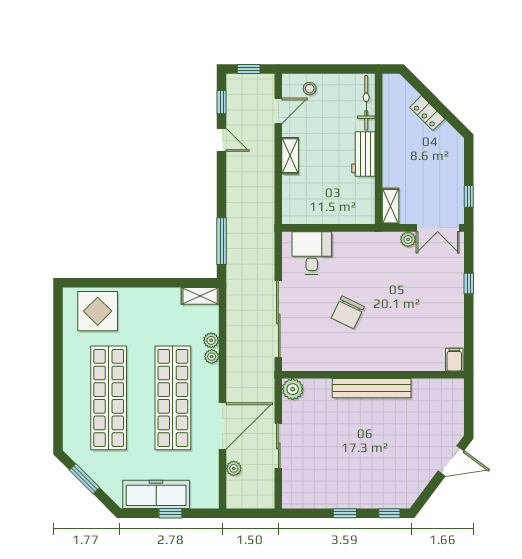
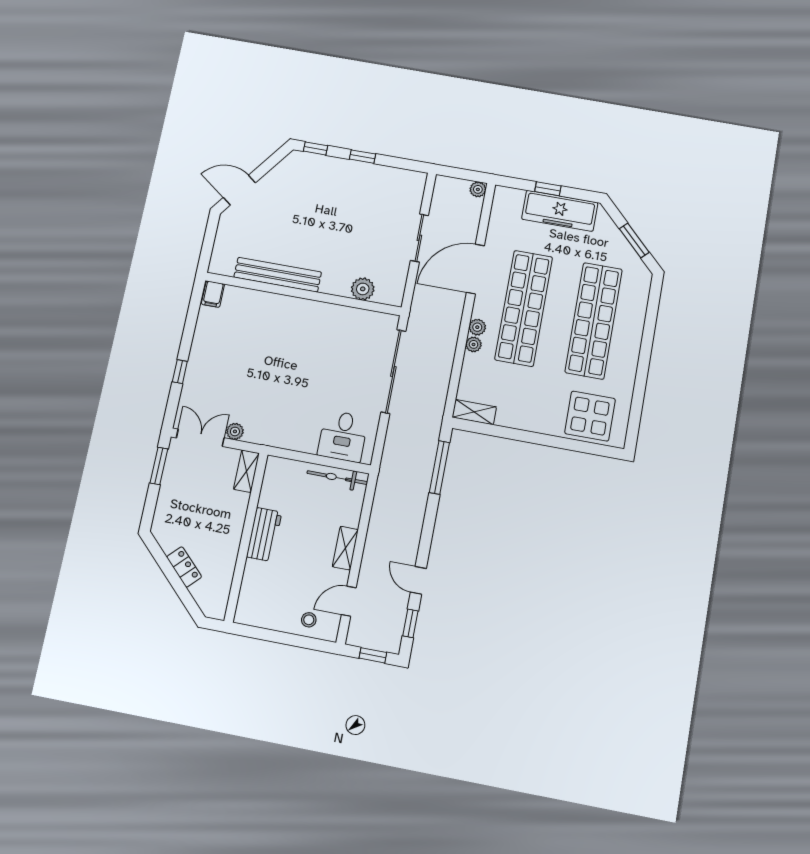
bicycle: (366, 103) -> (337, 478), moved, turned 90
window: (469, 196) -> (159, 466), width x1.50
chair: (348, 312) -> (317, 365), removed
plant: (211, 340) -> (477, 327), moved
bench: (372, 388) -> (278, 275), moved
plant: (293, 389) -> (363, 289), moved
plant: (234, 468) -> (478, 189), moved

